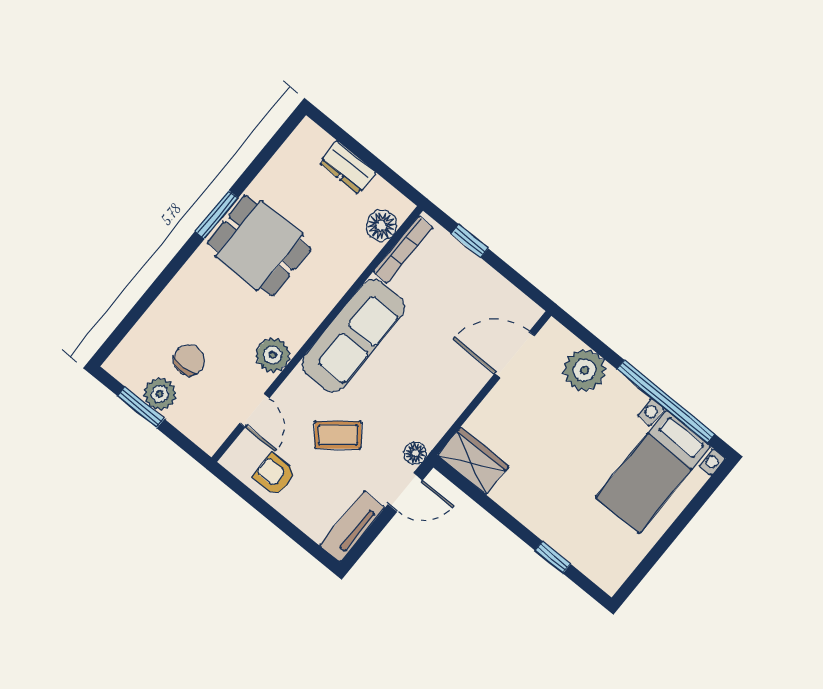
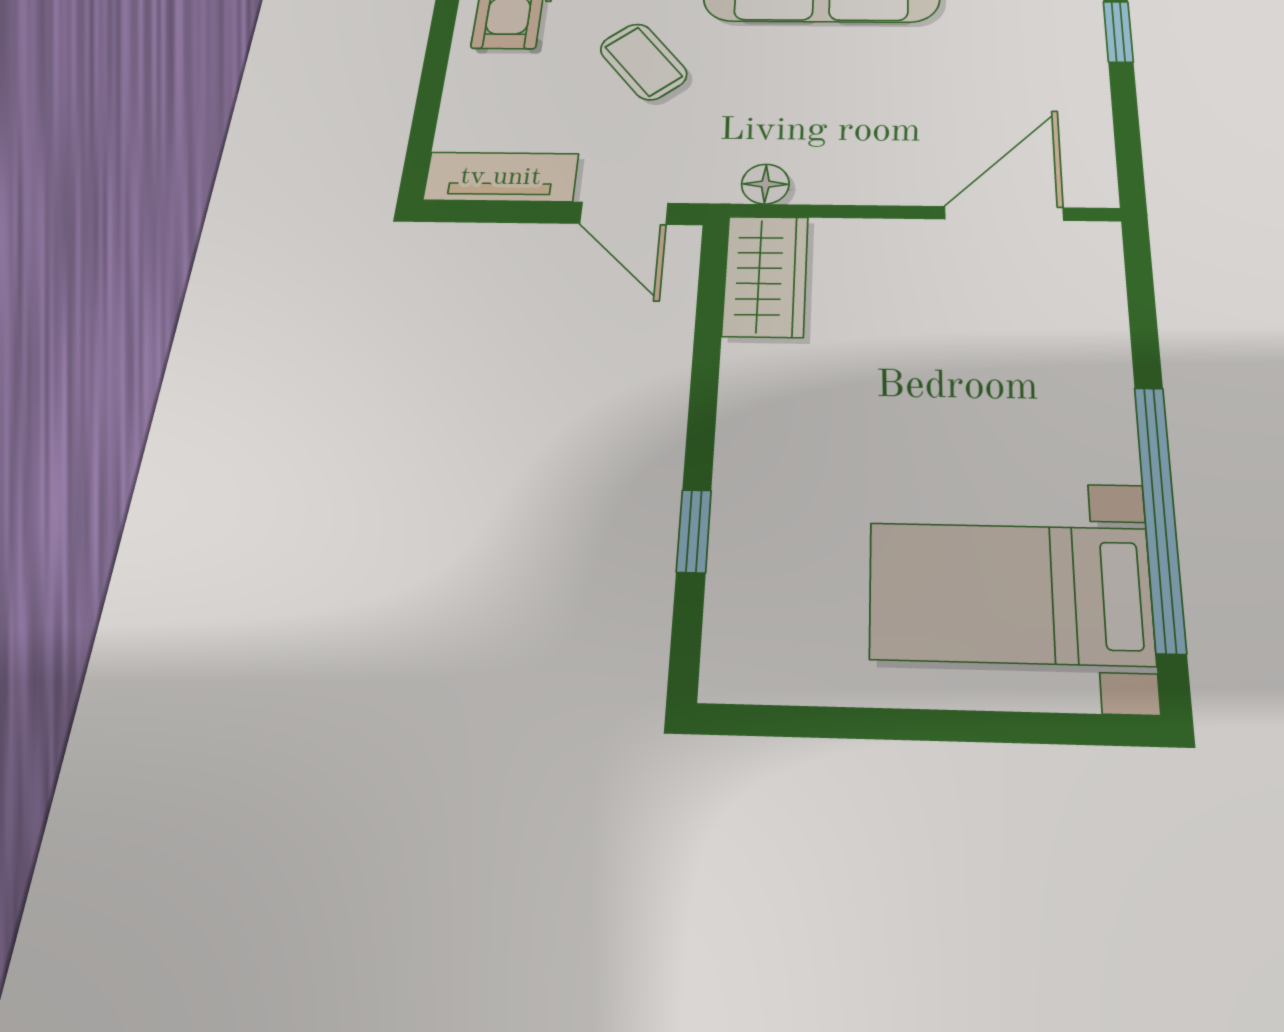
door: (515, 355) -> (1004, 213), hinge flipped
plant: (585, 370) -> (1082, 337), removed
floor lamp: (415, 453) -> (765, 184), moved

